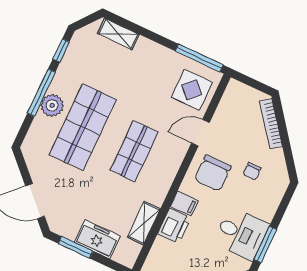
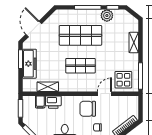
shelving: (118, 34) -> (134, 43), moved
plant: (52, 105) -> (107, 16), moved
door: (200, 133) -> (105, 94), hinge flipped
filing cabinet: (184, 204) -> (40, 102), moved
freezer: (97, 239) -> (29, 64), width x1.40

